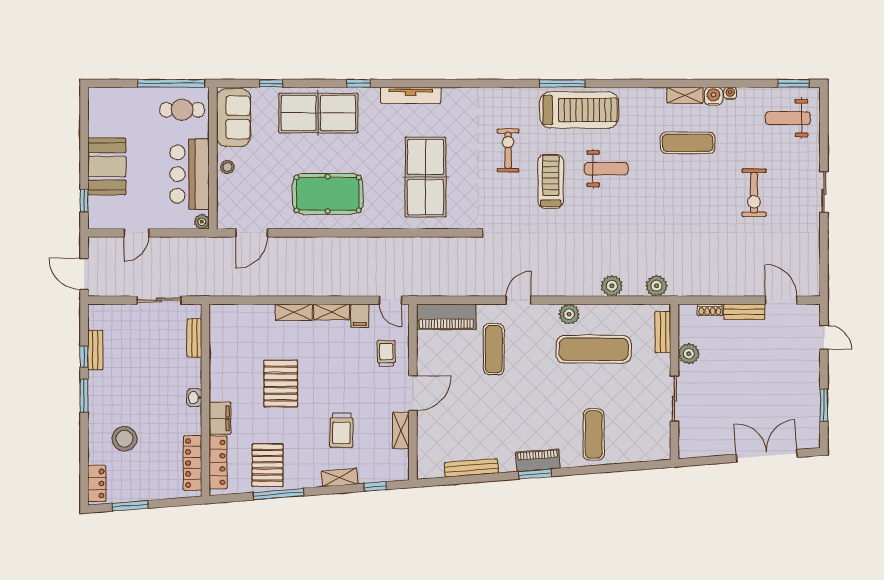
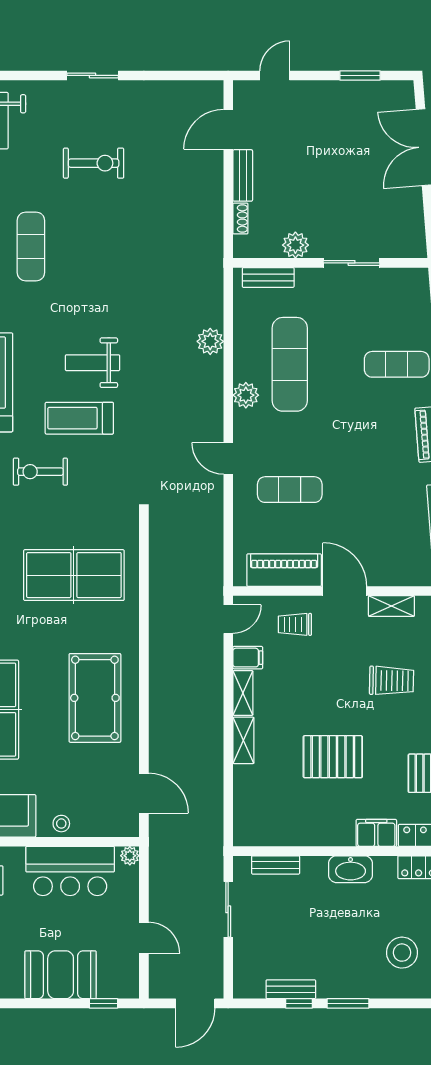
weight bench: (606, 169) -> (93, 363), moved, turned -90
plant: (657, 286) -> (210, 285), removed
piano: (446, 317) -> (284, 570), moved, turned -90
washbasin: (194, 398) -> (351, 869), width x1.91, depth x1.45

